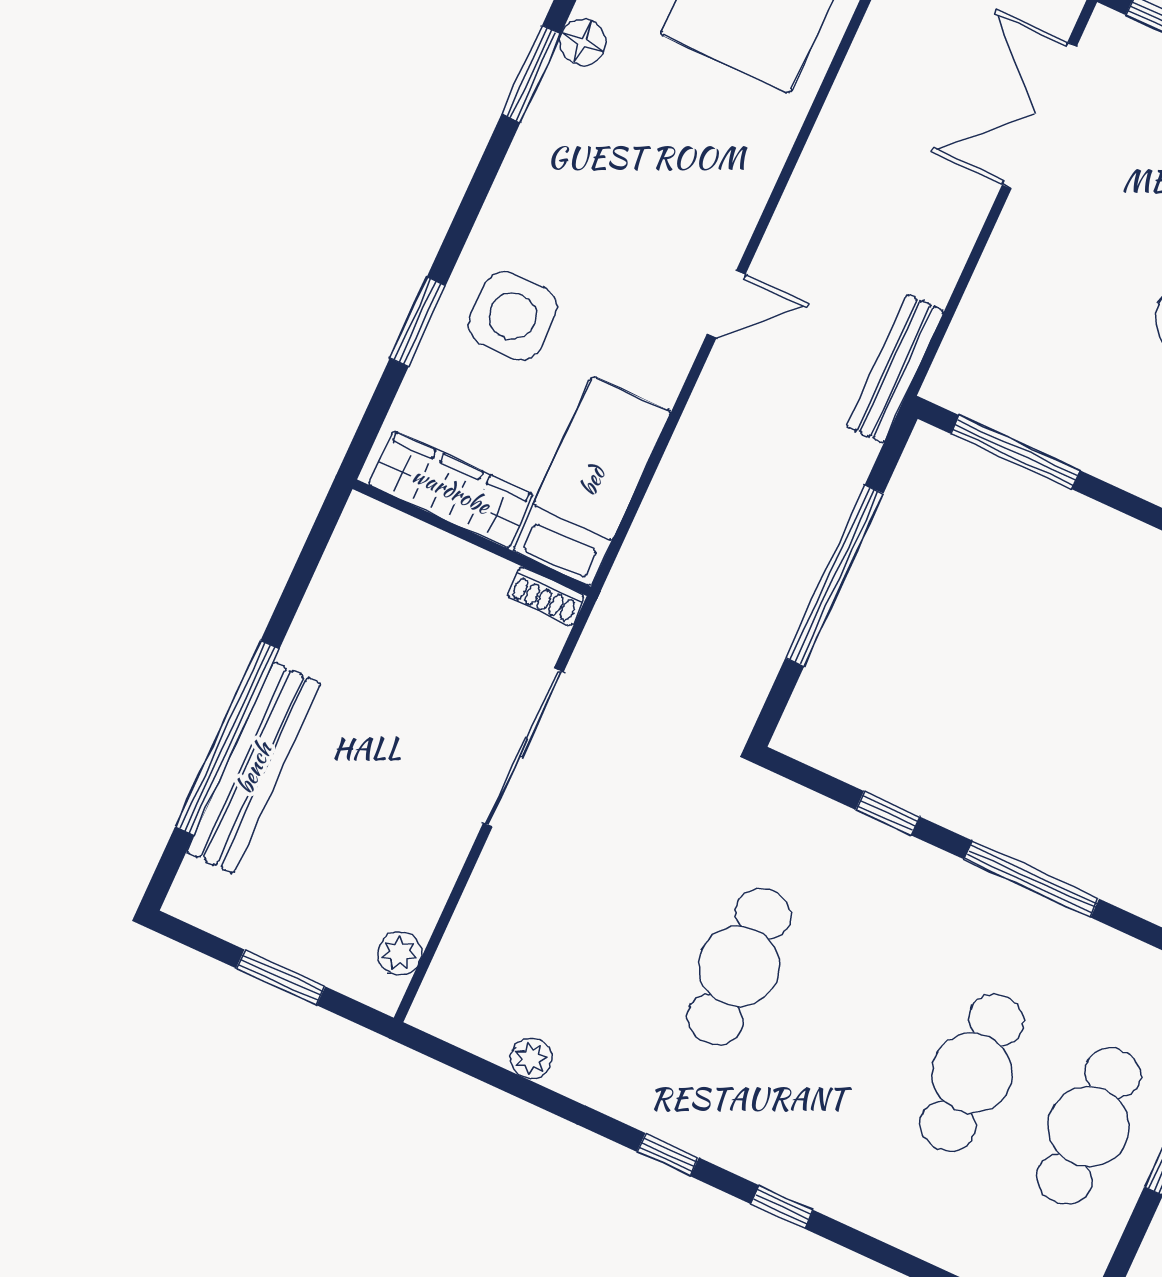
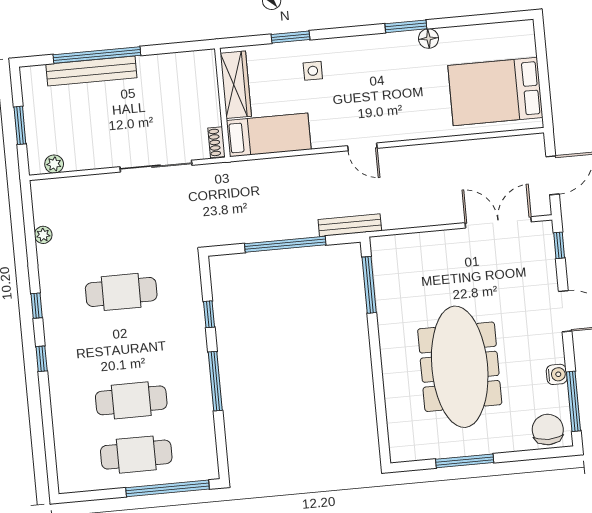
side table: (513, 316) -> (313, 71), width x0.54, depth x0.54
bench: (895, 369) -> (350, 225), moved

